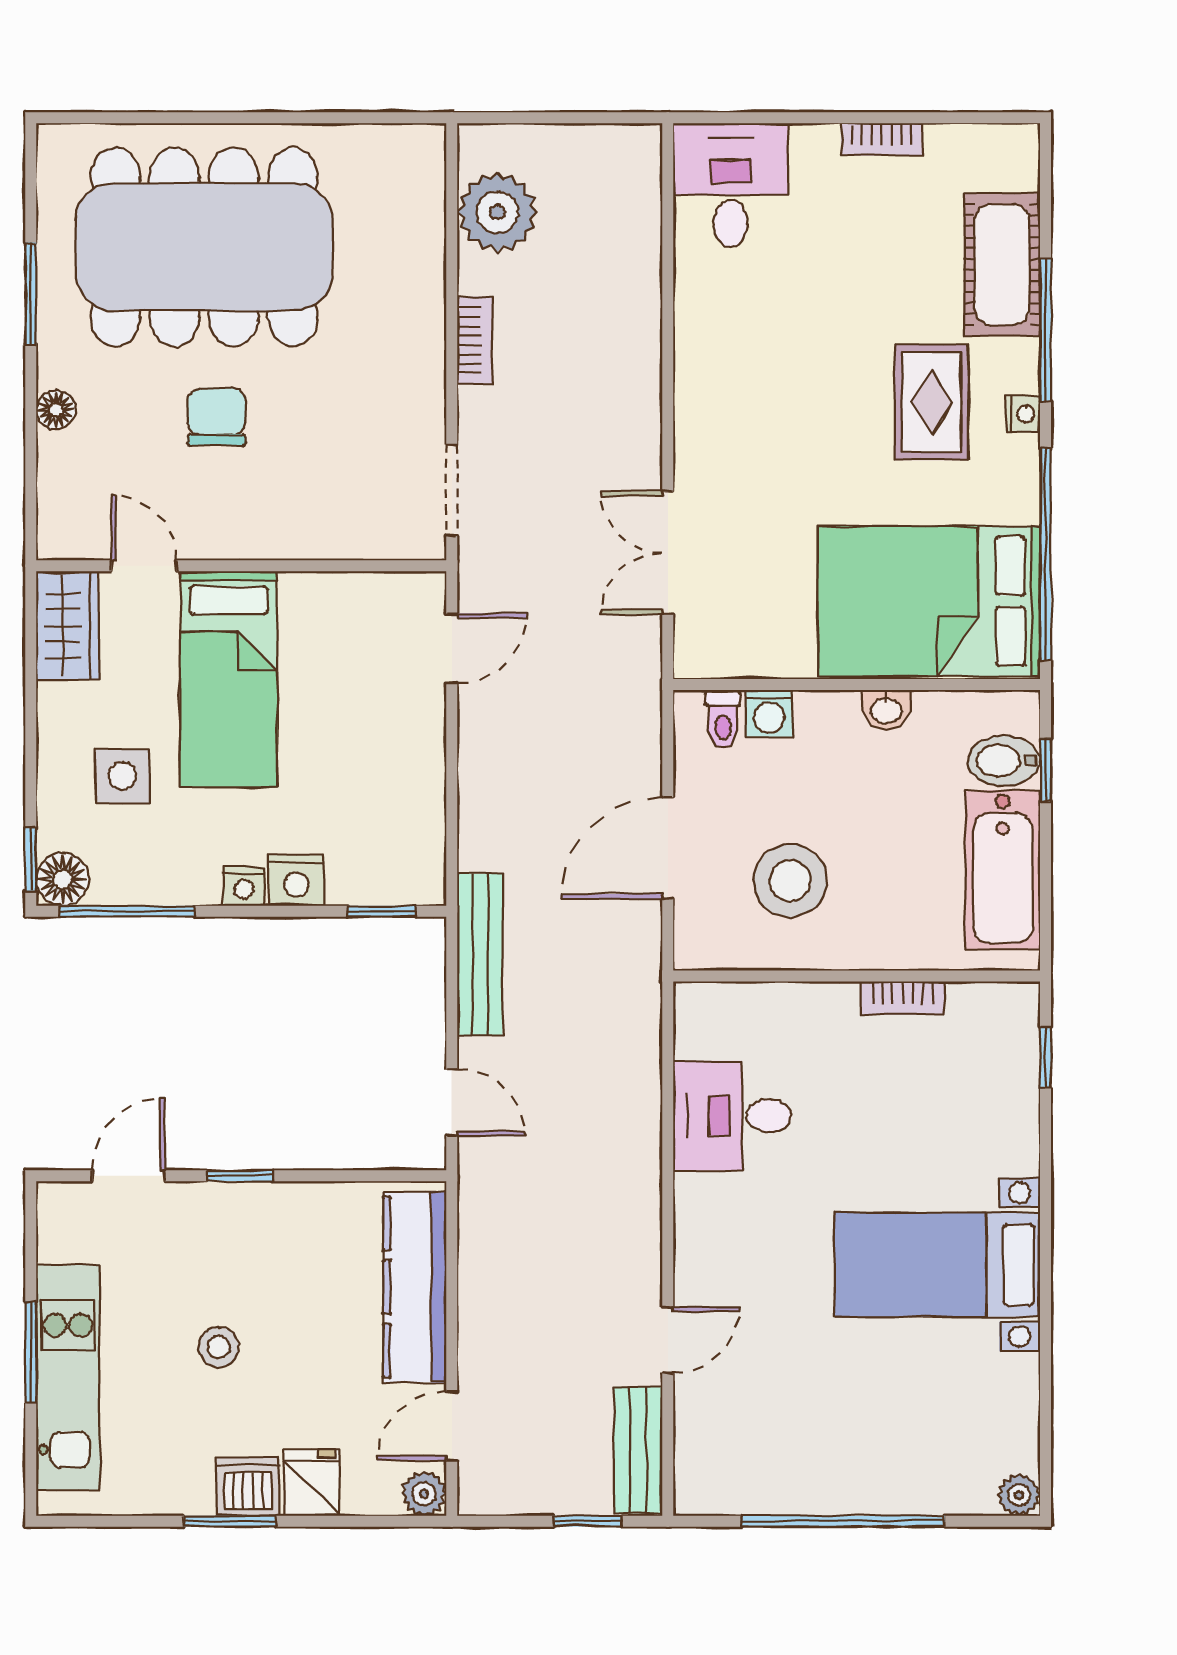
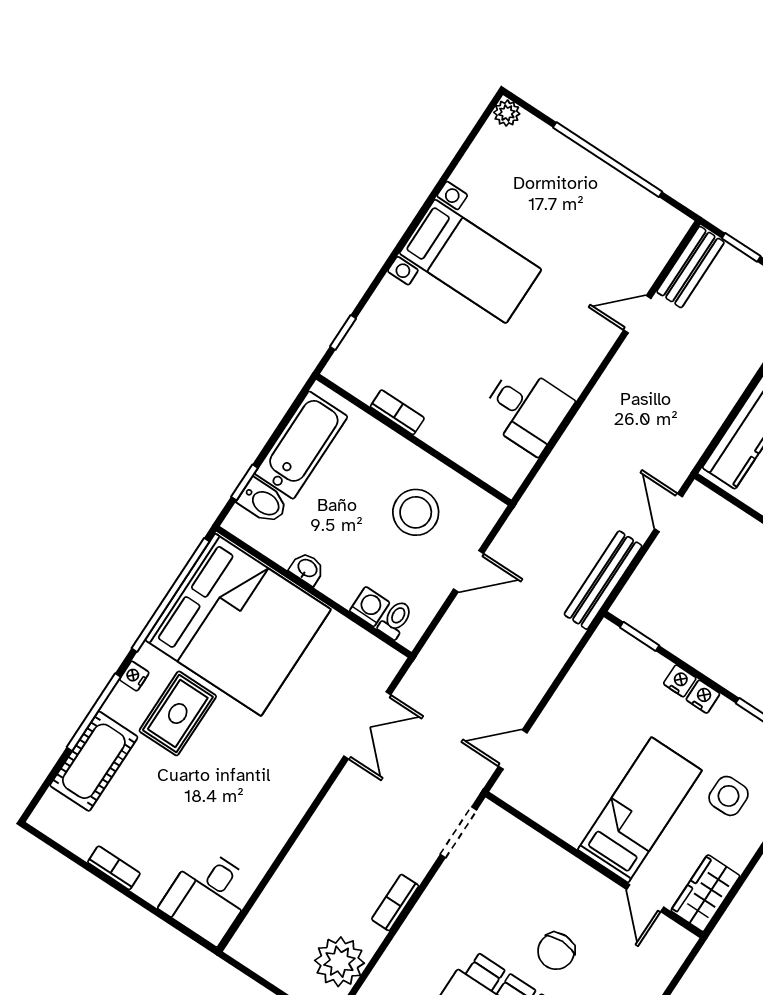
bed: (929, 601) -> (238, 625), width x1.36
door: (668, 848) -> (468, 571), width x0.73
nightstand: (296, 880) -> (680, 681), width x0.72, depth x0.74

